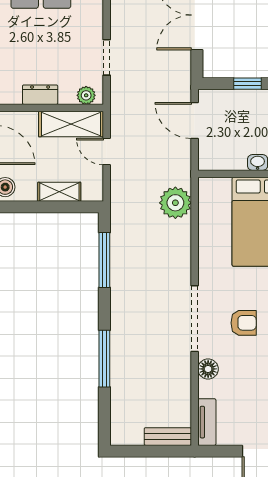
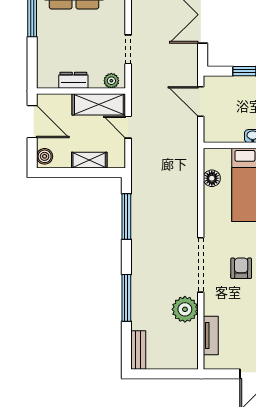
plant: (175, 203) -> (185, 309), moved
armchair: (244, 323) -> (241, 268), turned -90
floor lamp: (208, 369) -> (212, 178), moved
tv unit: (207, 422) -> (211, 335), moved
bench: (168, 437) -> (138, 350), moved, turned 90

